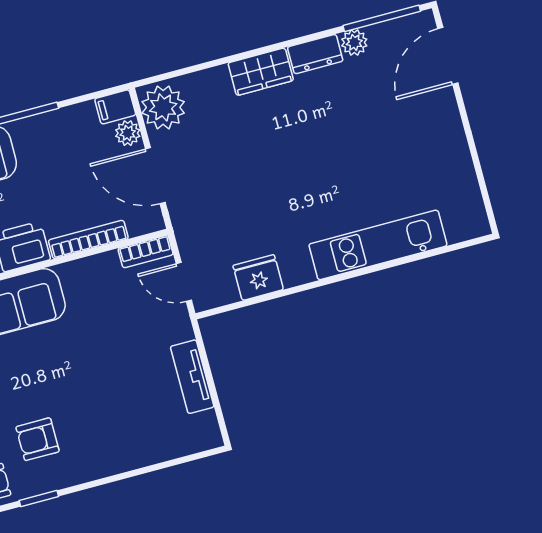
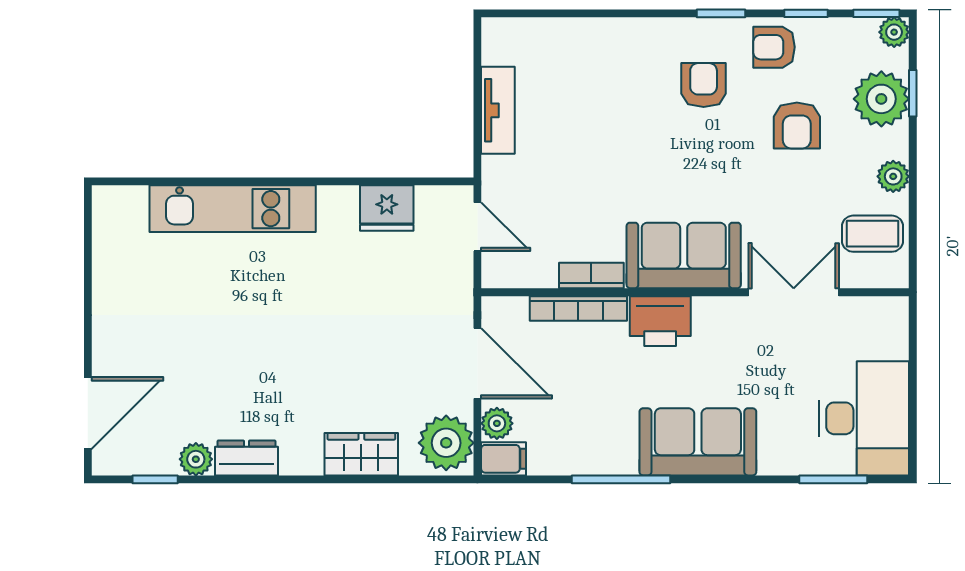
window: (382, 18) -> (155, 479), width x0.46
wardrobe: (261, 72) -> (361, 454), moved
bookcase: (146, 252) -> (591, 275), moved
armchair: (38, 439) -> (704, 85), turned -90

